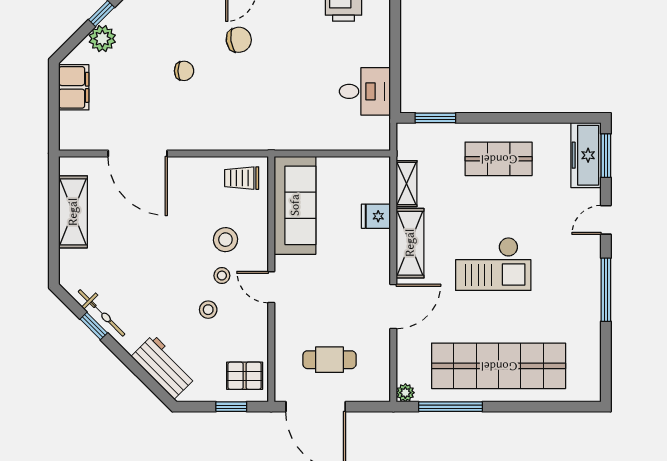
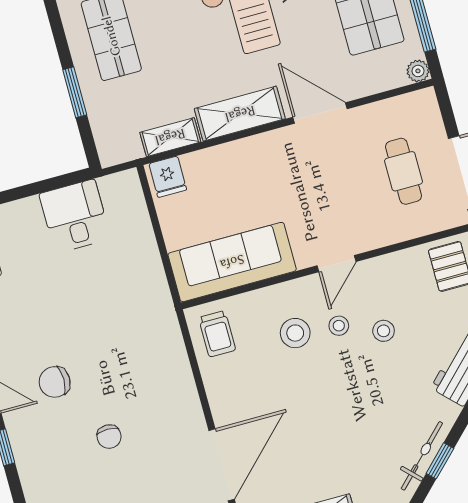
chair: (239, 40) -> (55, 382), turned -82
chair: (184, 71) -> (109, 437), turned 180
window: (435, 118) -> (75, 92), moved
fridge: (376, 216) -> (168, 177), moved

